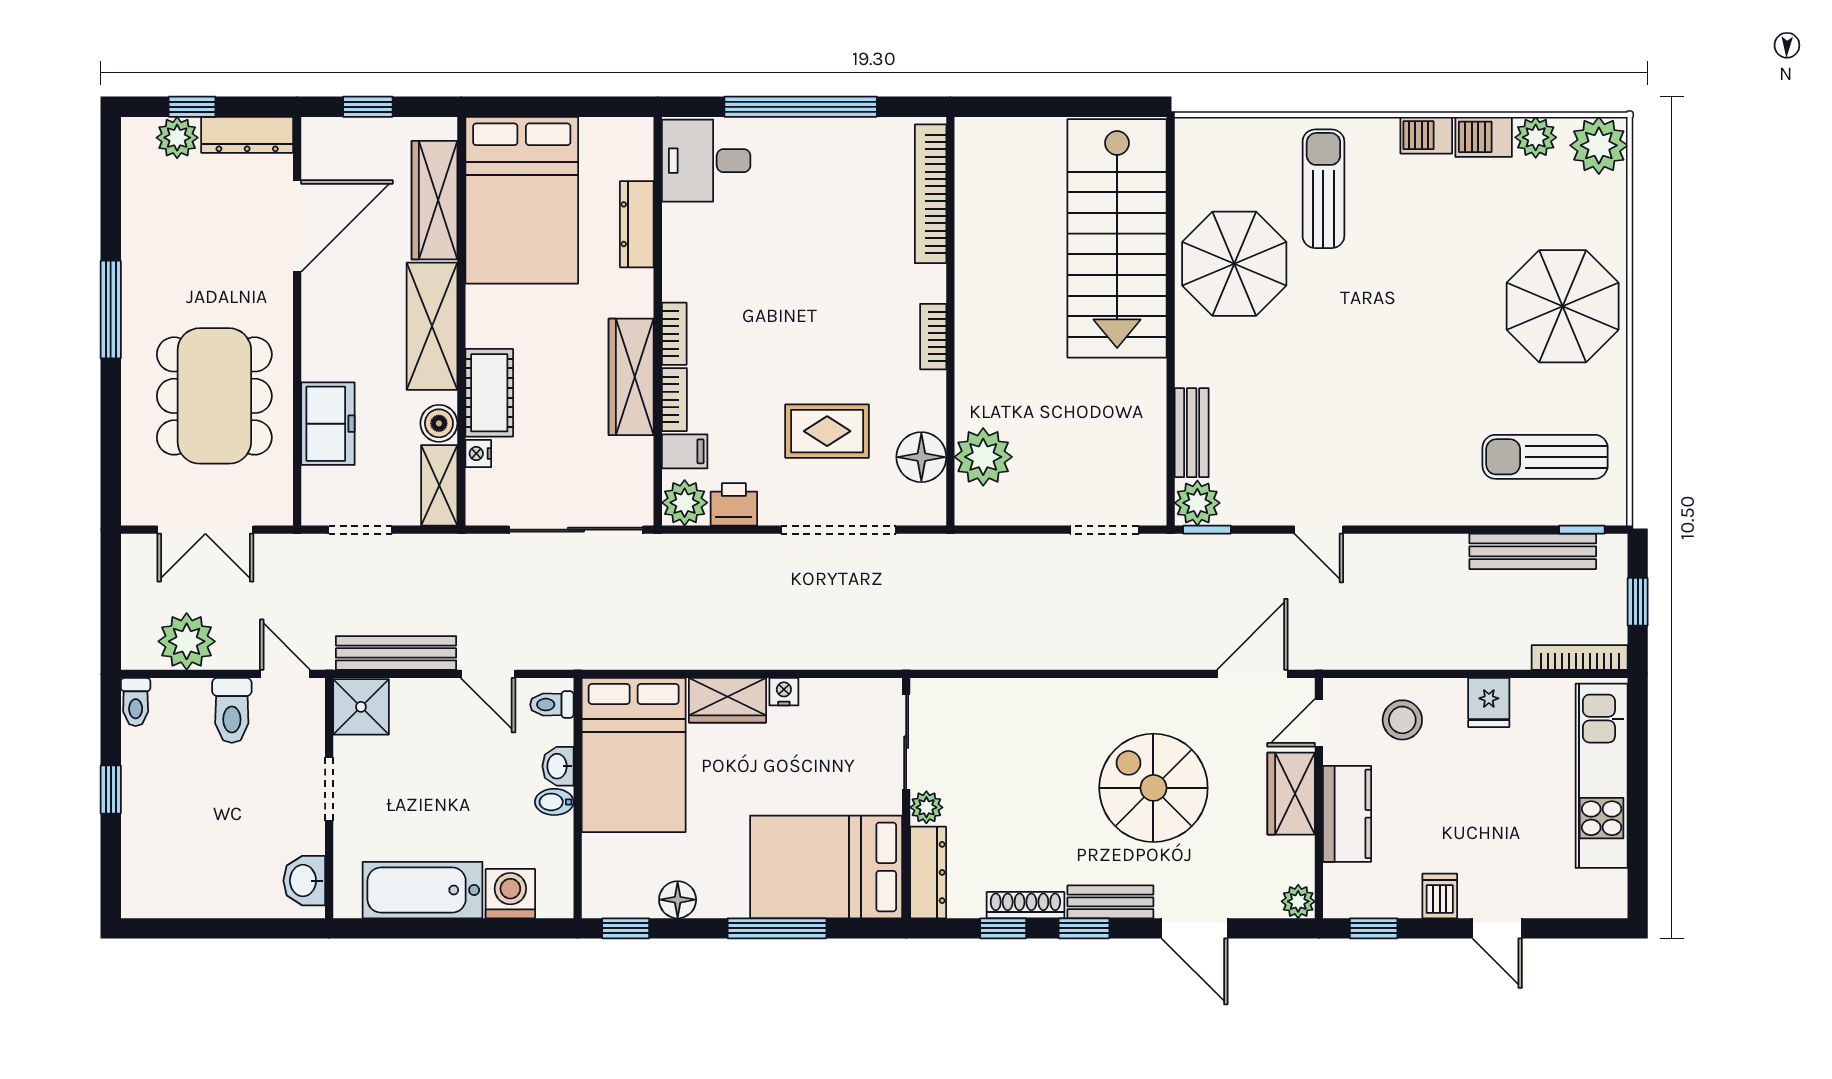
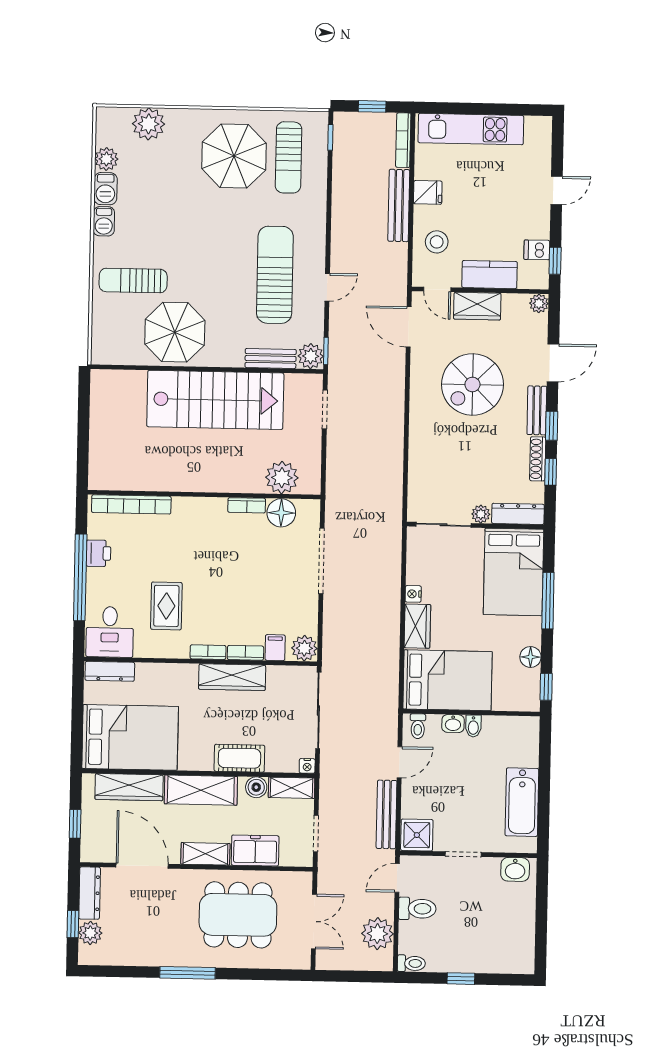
plant: (1599, 145) -> (149, 124), moved
dresser: (637, 224) -> (110, 671), moved
stairs: (1117, 238) -> (215, 400), moved
parasol: (1563, 306) -> (234, 156), moved
shelving: (320, 337) -> (205, 854), added
bookcase: (933, 337) -> (247, 505), moved
rug: (827, 431) -> (166, 606), moved
sun lounger: (1339, 437) -> (275, 275), added
nightstand: (478, 454) -> (307, 766), moved
printer: (734, 504) -> (98, 553), moved, turned 180
bench: (1533, 551) -> (399, 205), moved
washing machine: (510, 894) -> (525, 752), removed
dishwasher: (1440, 896) -> (537, 250), moved

